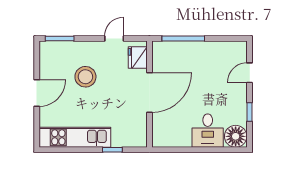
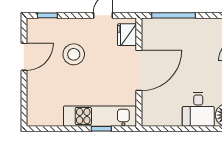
window: (60, 39) -> (47, 15), width x0.67
door: (37, 93) -> (24, 57), moved
kitchen unit: (75, 137) -> (100, 116), moved

